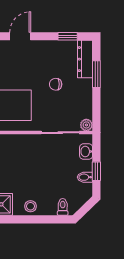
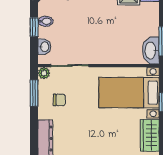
window: (96, 74) -> (34, 93), moved
chair: (56, 84) -> (59, 100), moved

